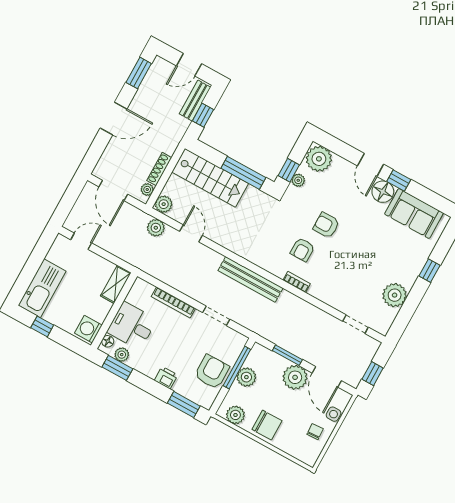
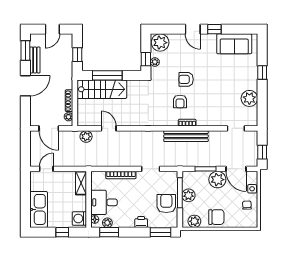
bench: (195, 100) -> (35, 60), moved
window: (243, 173) -> (107, 75), moved
floor lamp: (383, 192) -> (209, 41), removed
plant: (164, 204) -> (83, 120), removed
bench: (250, 279) -> (186, 136), moved
window: (42, 326) -> (62, 232), moved

